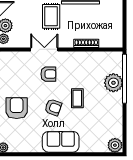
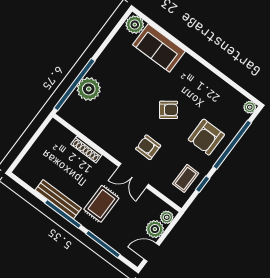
coffee table: (77, 98) -> (186, 178), moved
armchair: (53, 107) -> (169, 110), turned 123
sofa: (61, 142) -> (159, 48), moved

